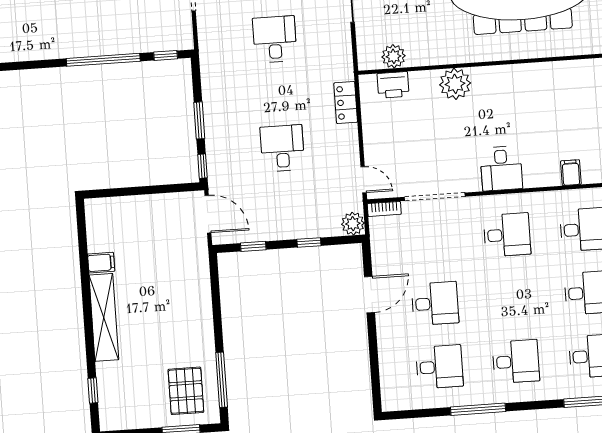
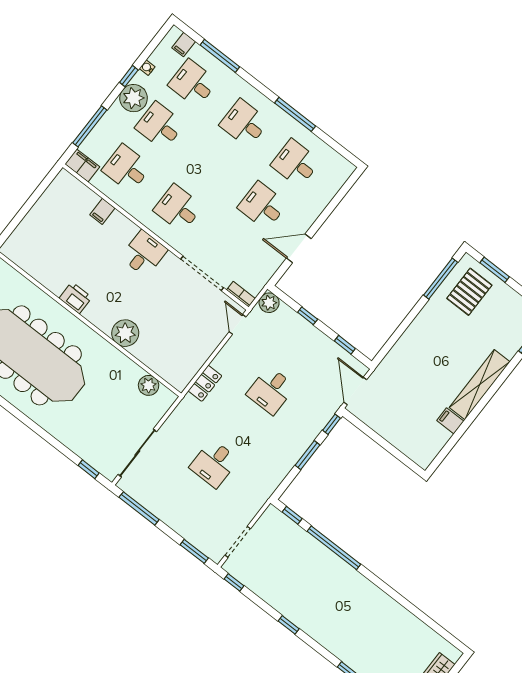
printer: (393, 85) -> (75, 298), moved

